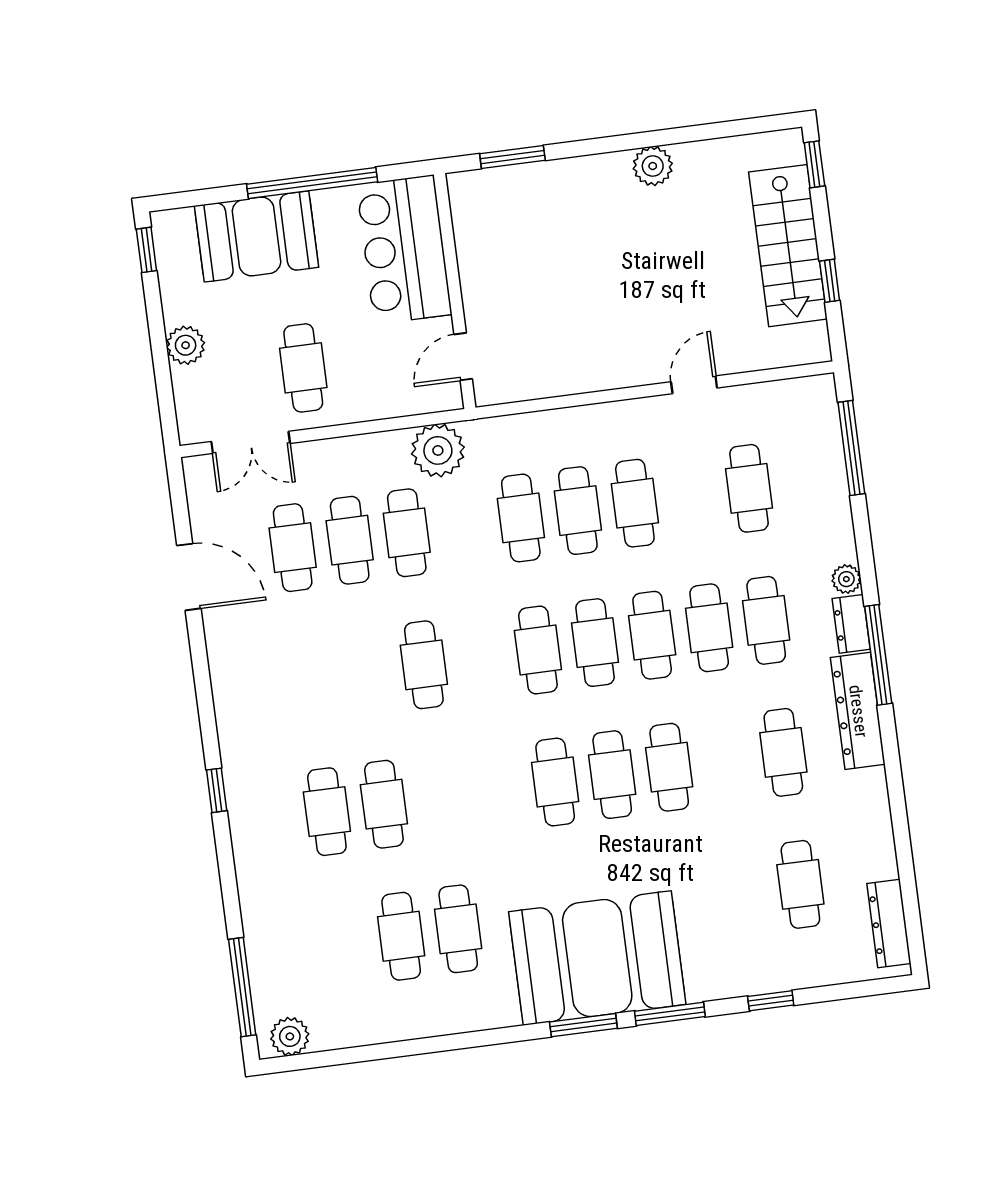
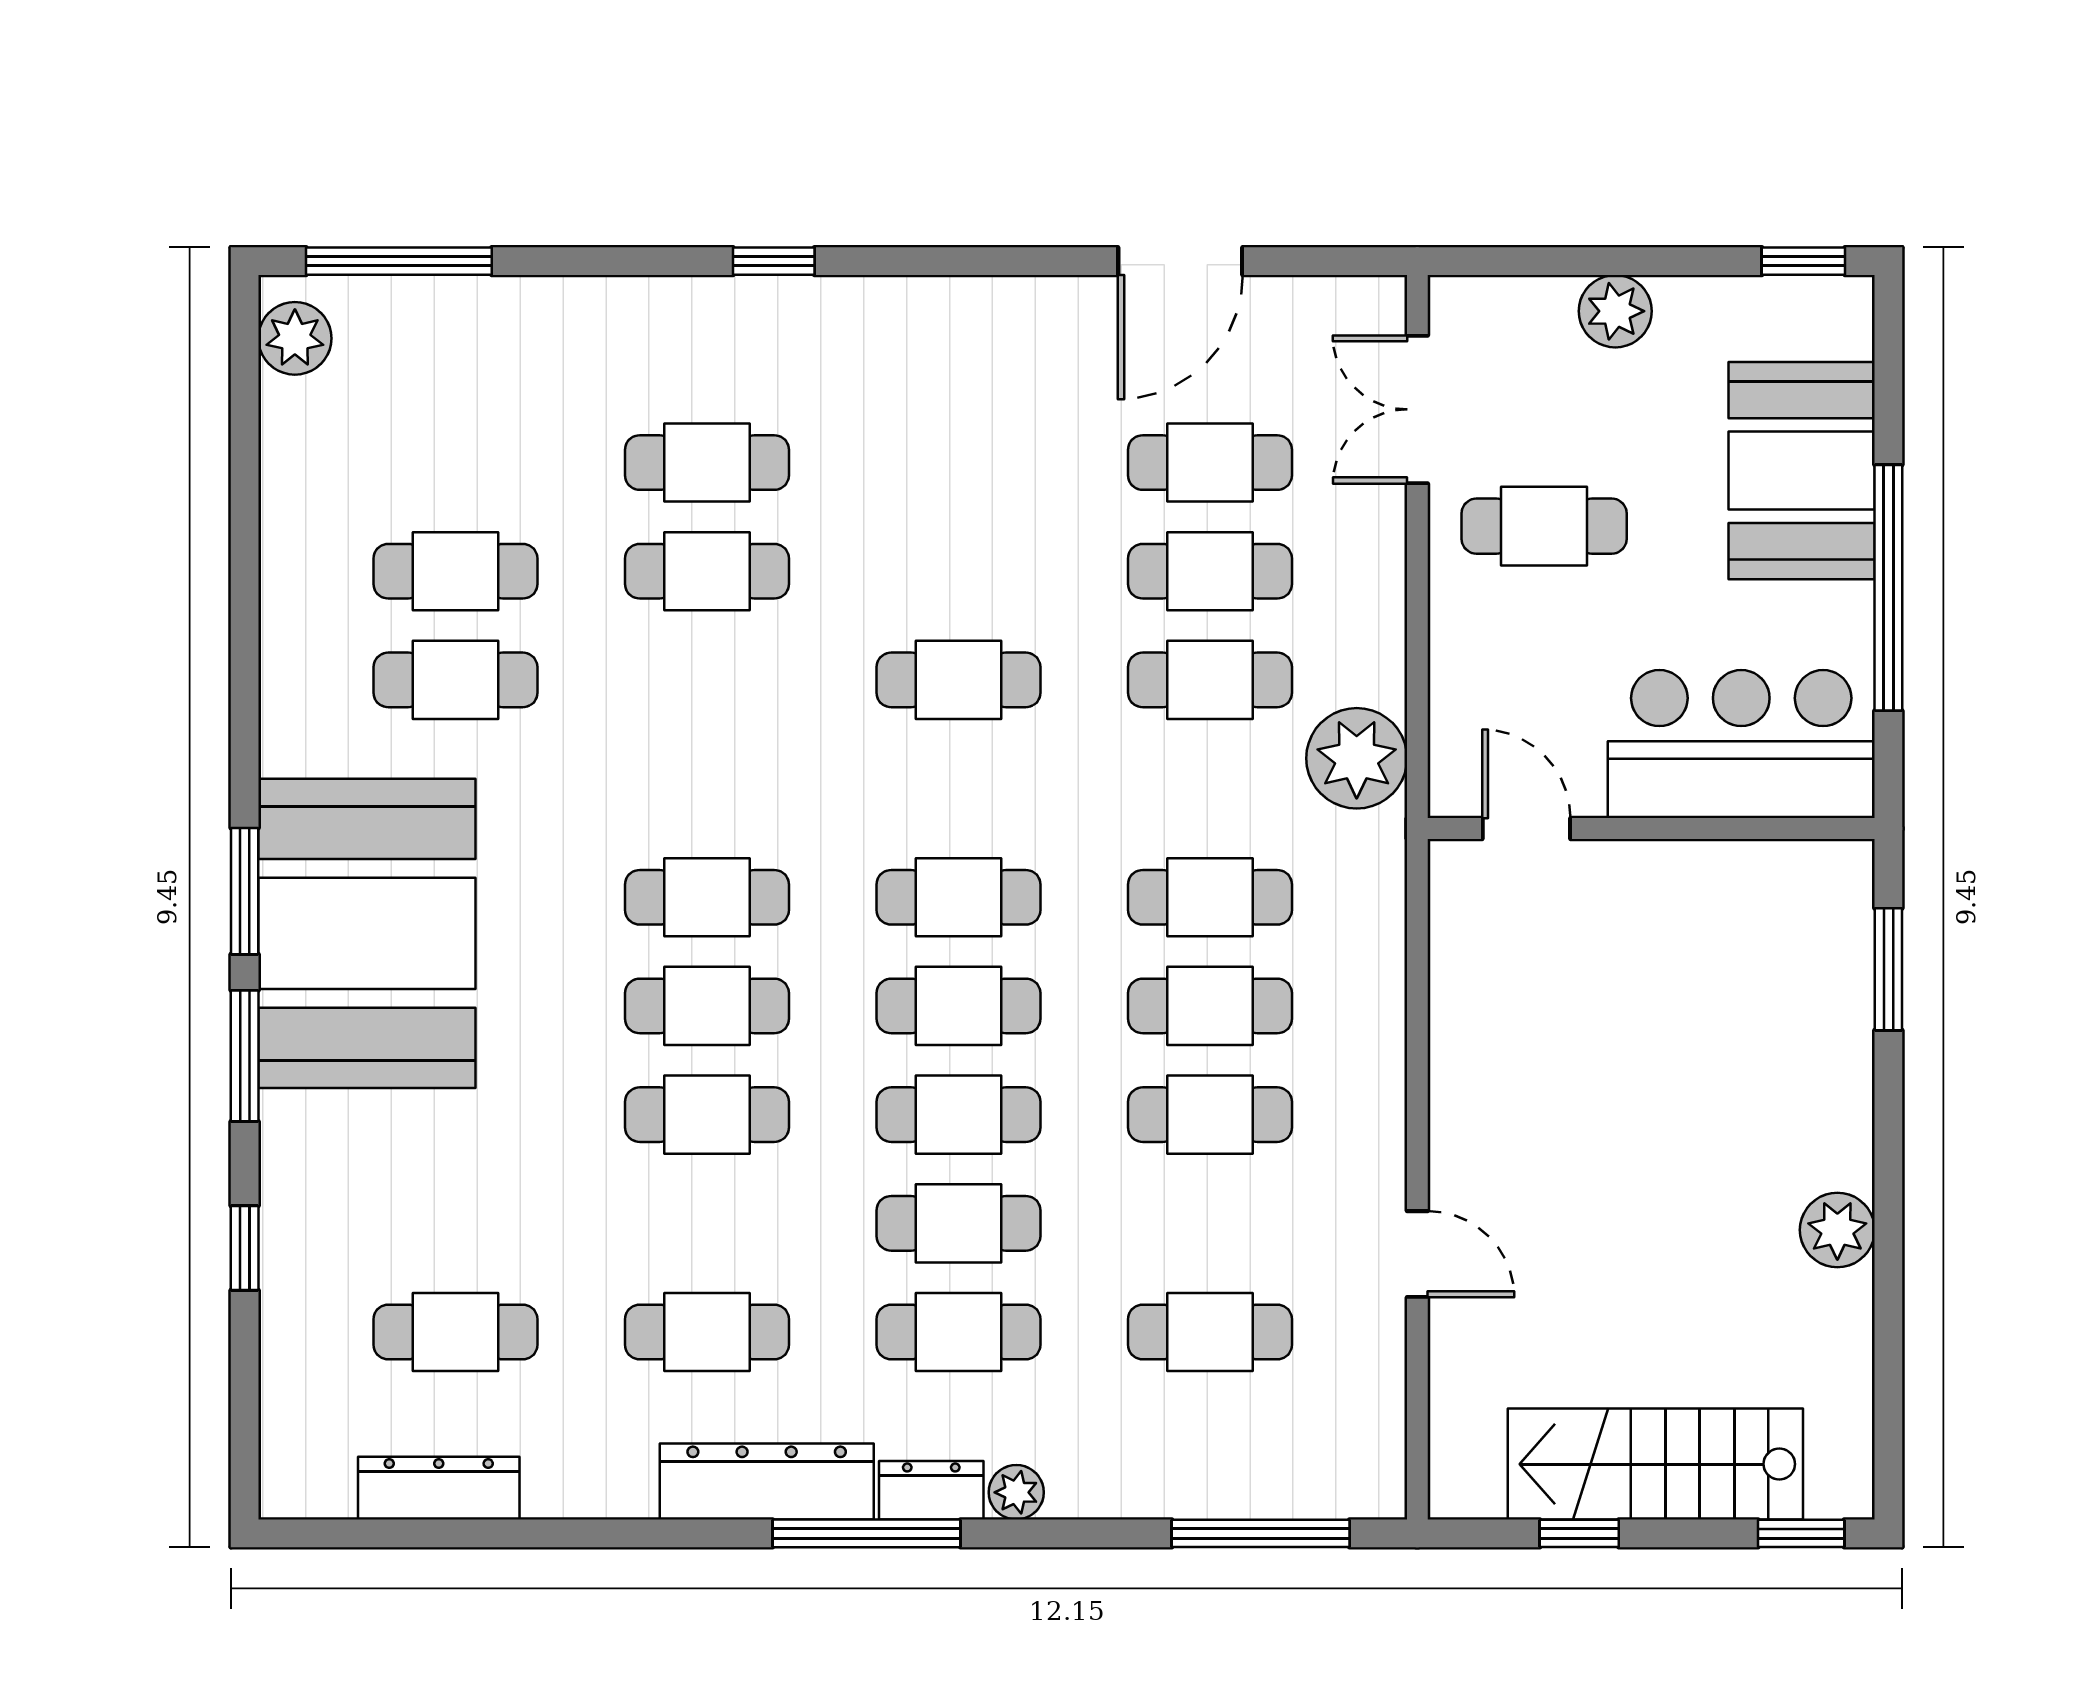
dresser: (889, 924) -> (439, 1488), moved

